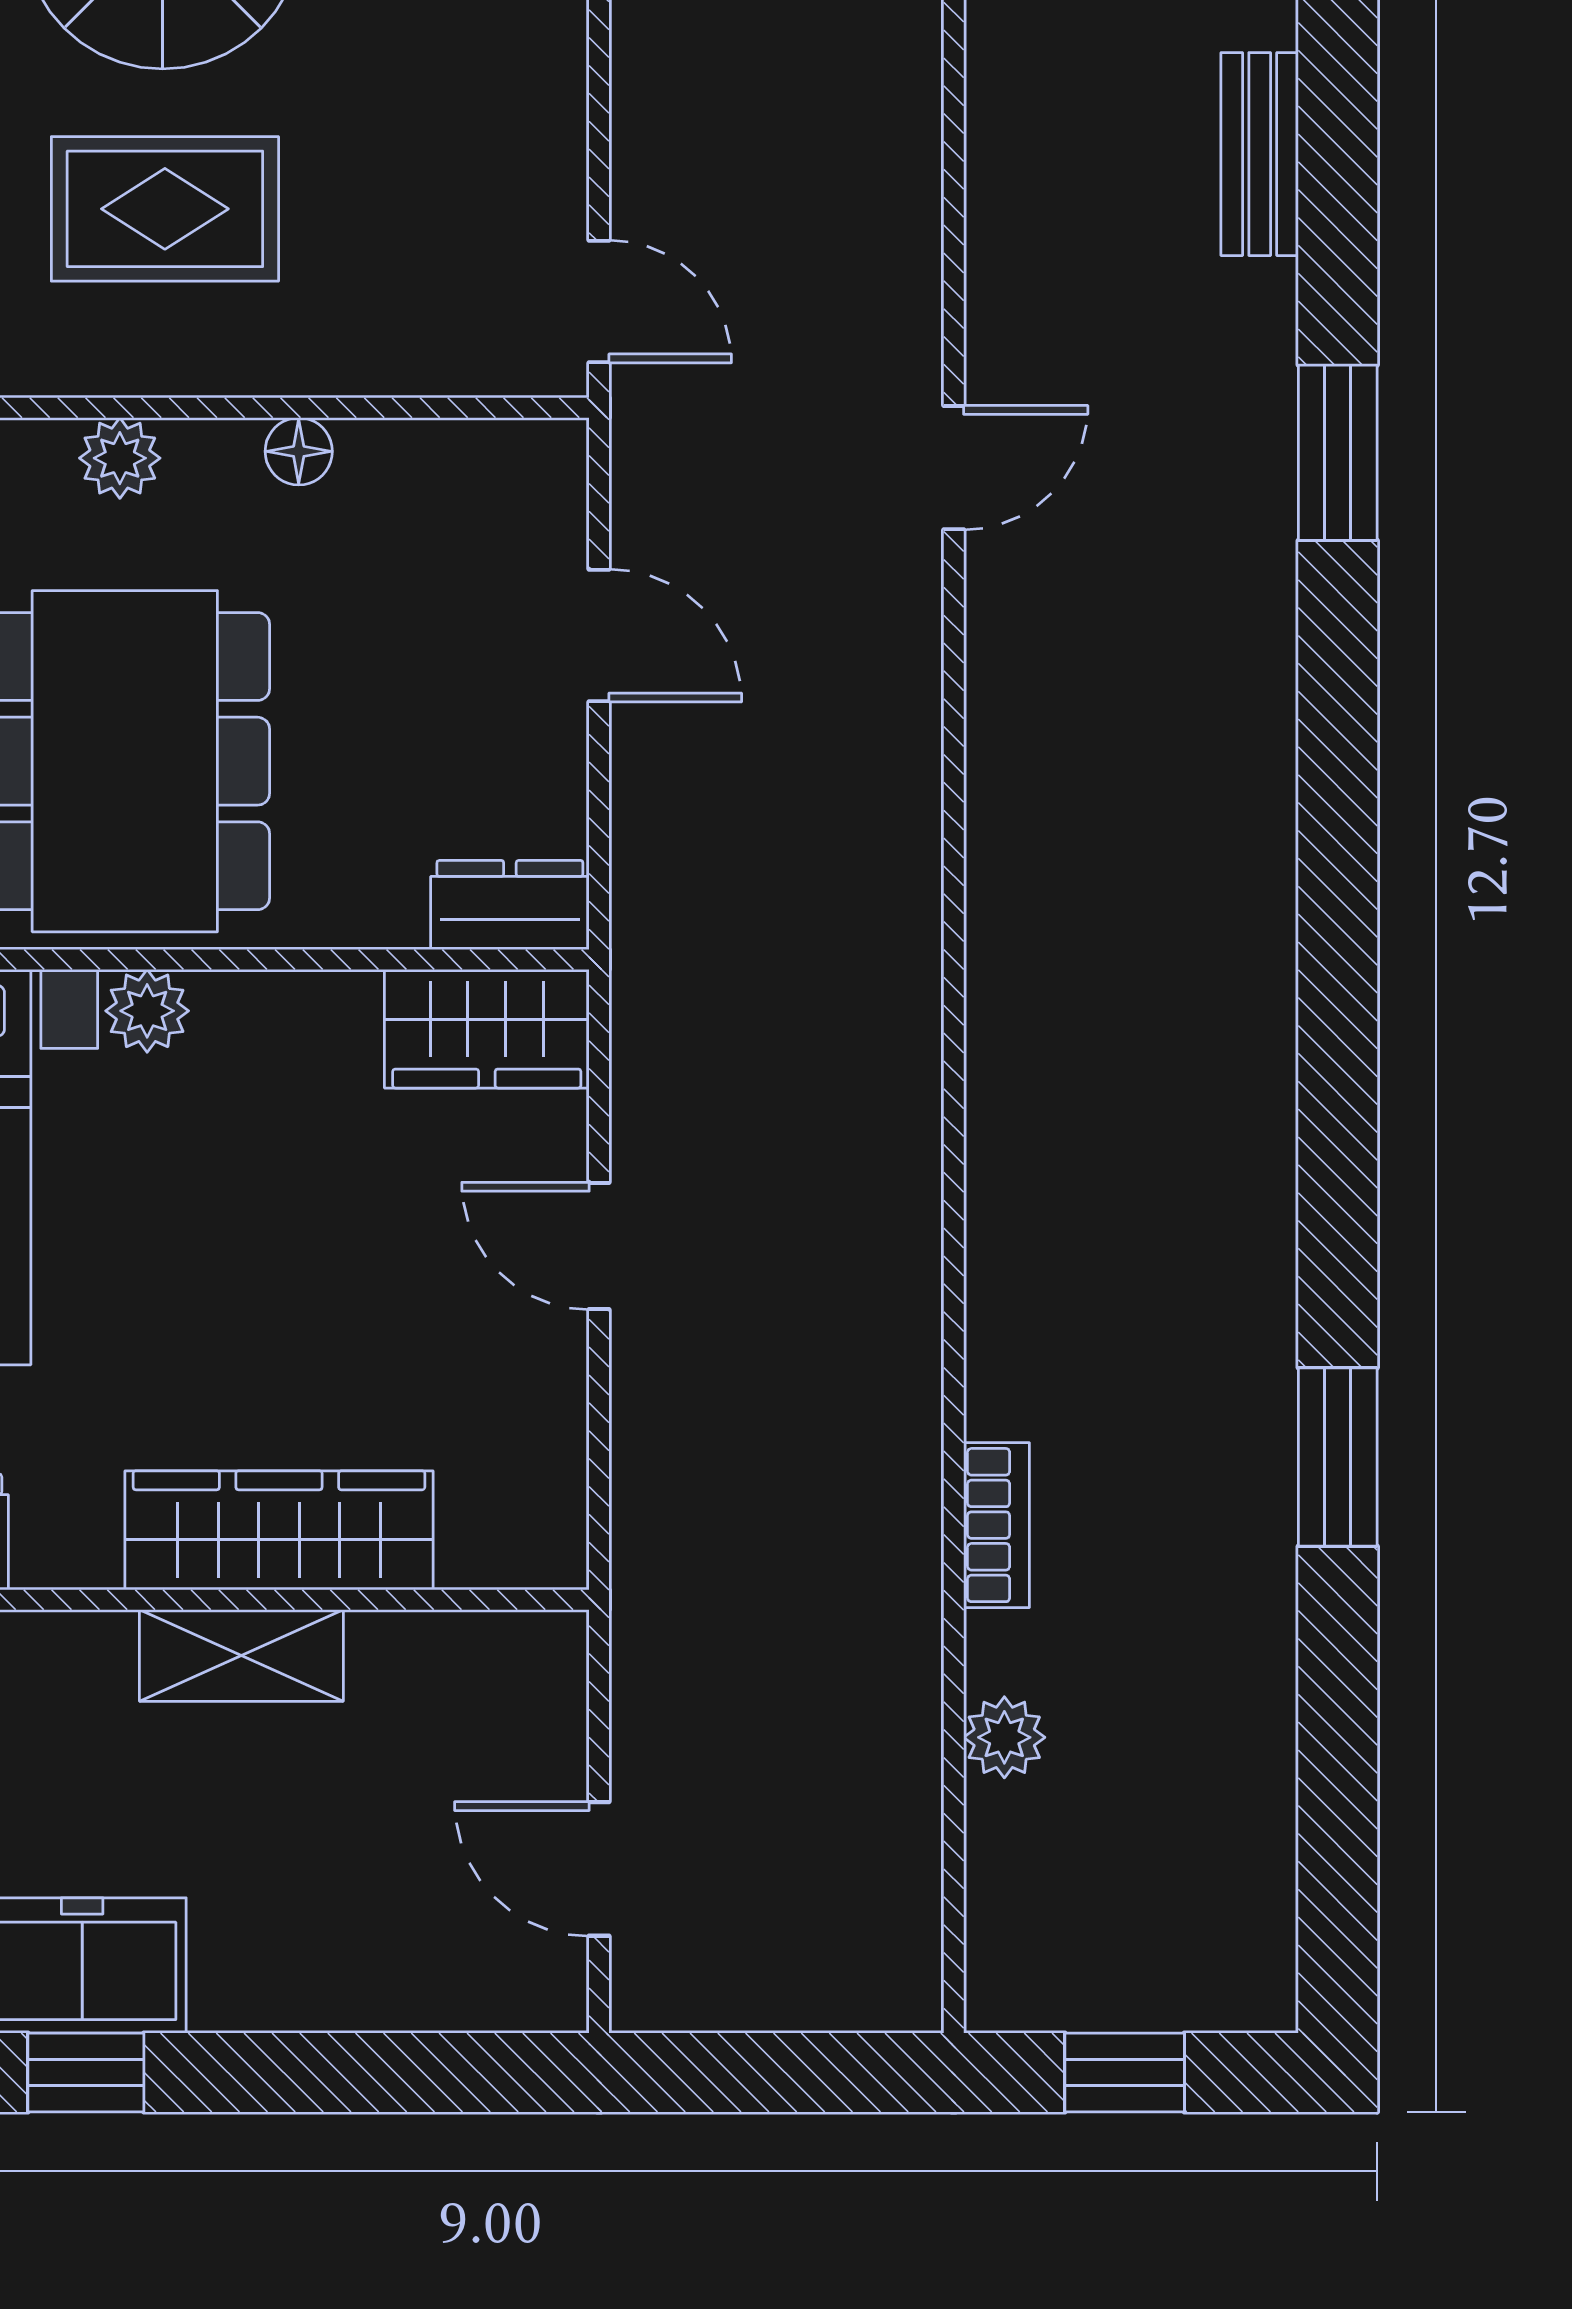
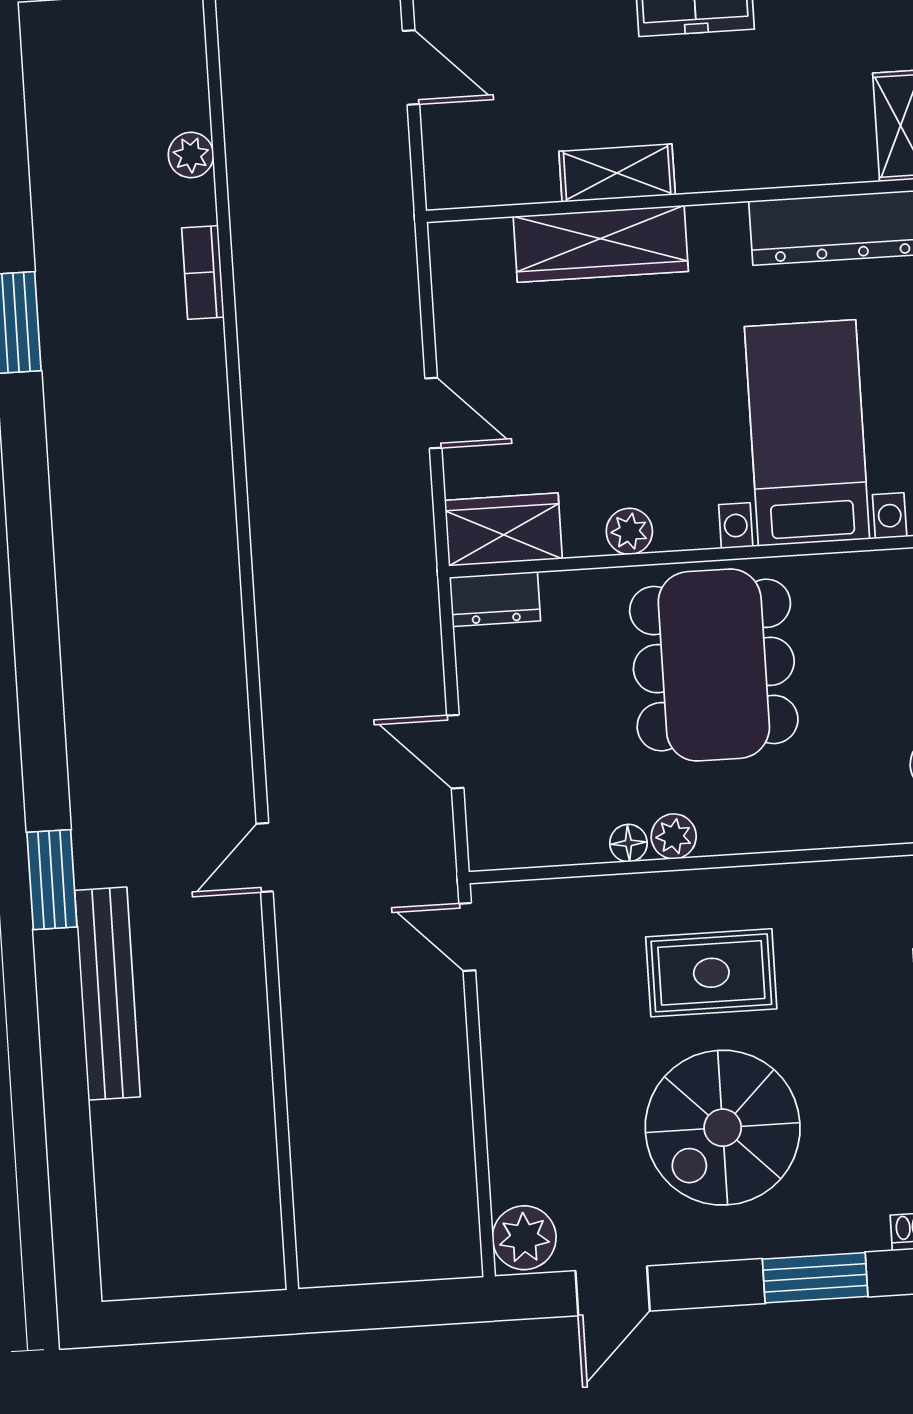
bench: (1260, 154) -> (108, 994), width x1.86, depth x1.21
plant: (120, 458) -> (674, 836), moved
plant: (147, 1011) -> (629, 531), moved

